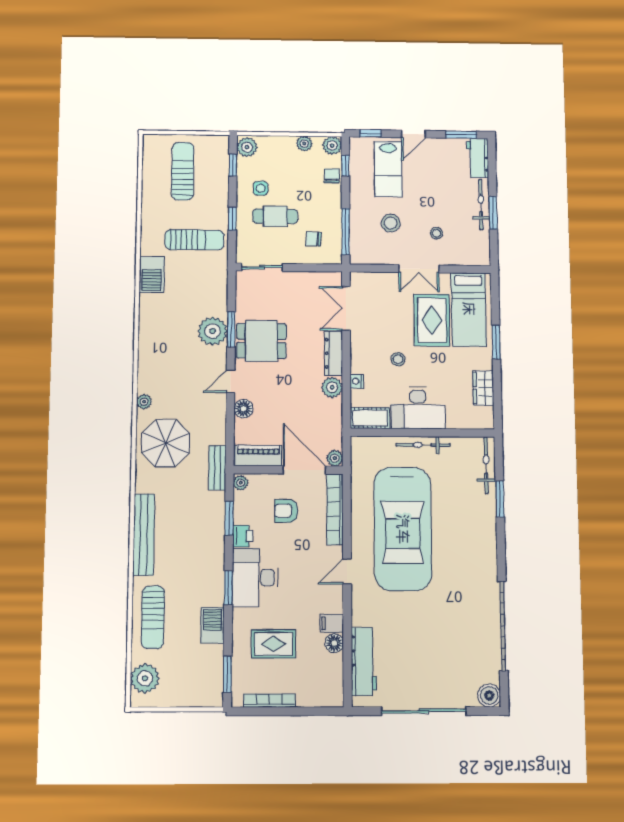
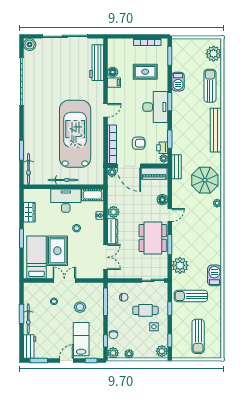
plant: (213, 331) -> (180, 265), moved
dining table: (261, 341) -> (153, 238), width x1.38
printer: (243, 536) -> (162, 148), moved

